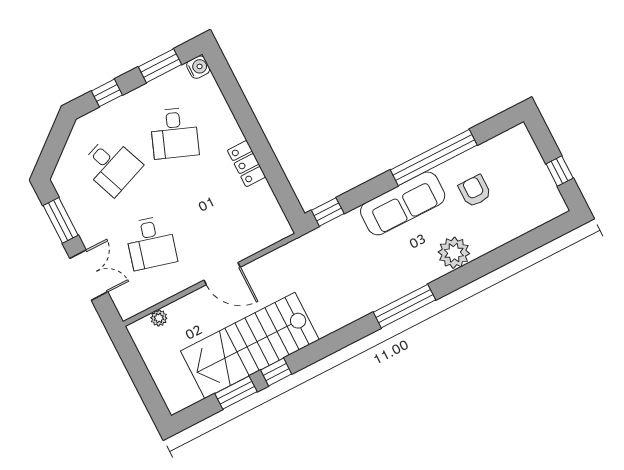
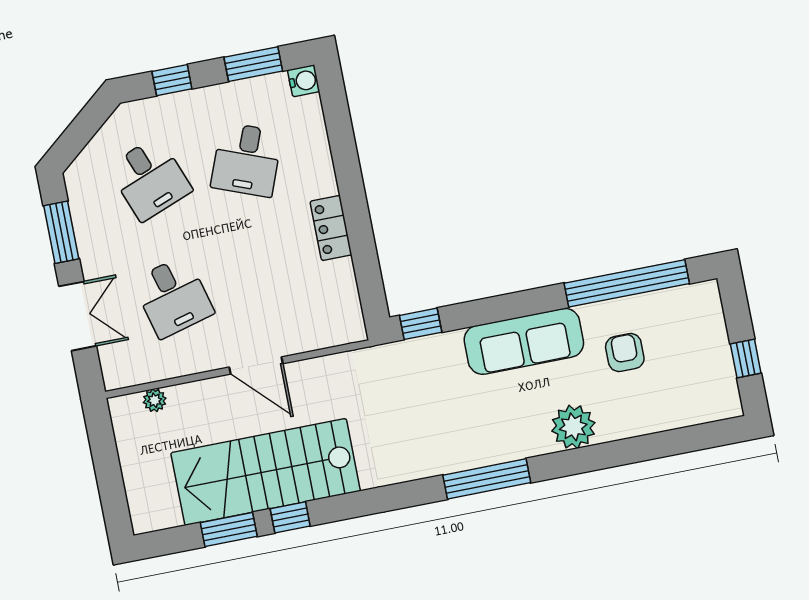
window: (434, 157) -> (627, 283), moved
desk: (151, 243) -> (173, 297), turned -30

